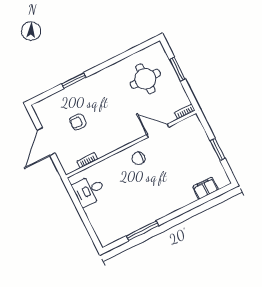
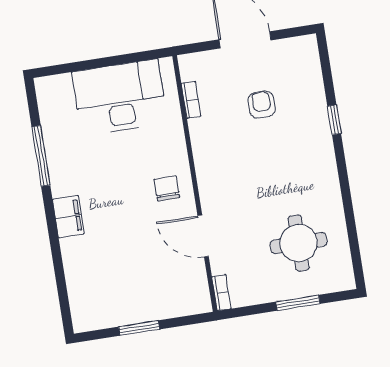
window: (74, 81) -> (334, 120), width x0.67
door: (158, 131) -> (203, 236), swing flipped
filing cabinet: (205, 188) -> (68, 217), moved
desk: (89, 190) -> (120, 97), width x1.87, depth x1.30

